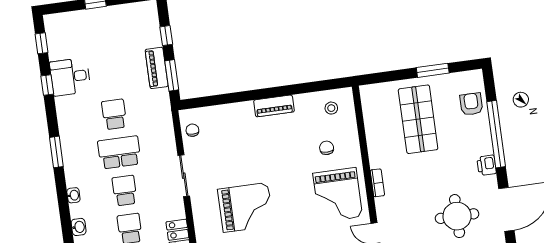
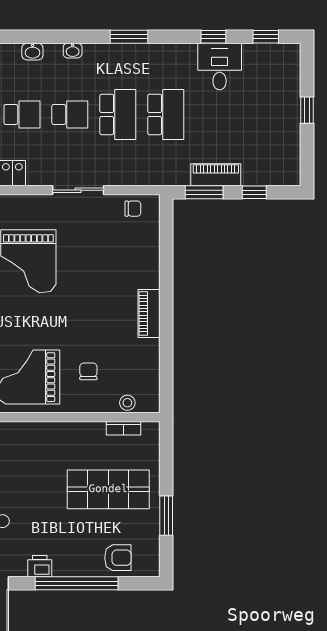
stool: (331, 108) -> (127, 403), moved
school desk: (114, 114) -> (166, 115), width x1.85
chair: (327, 148) -> (88, 371), turned -90
bookcase: (377, 183) -> (123, 428), moved

